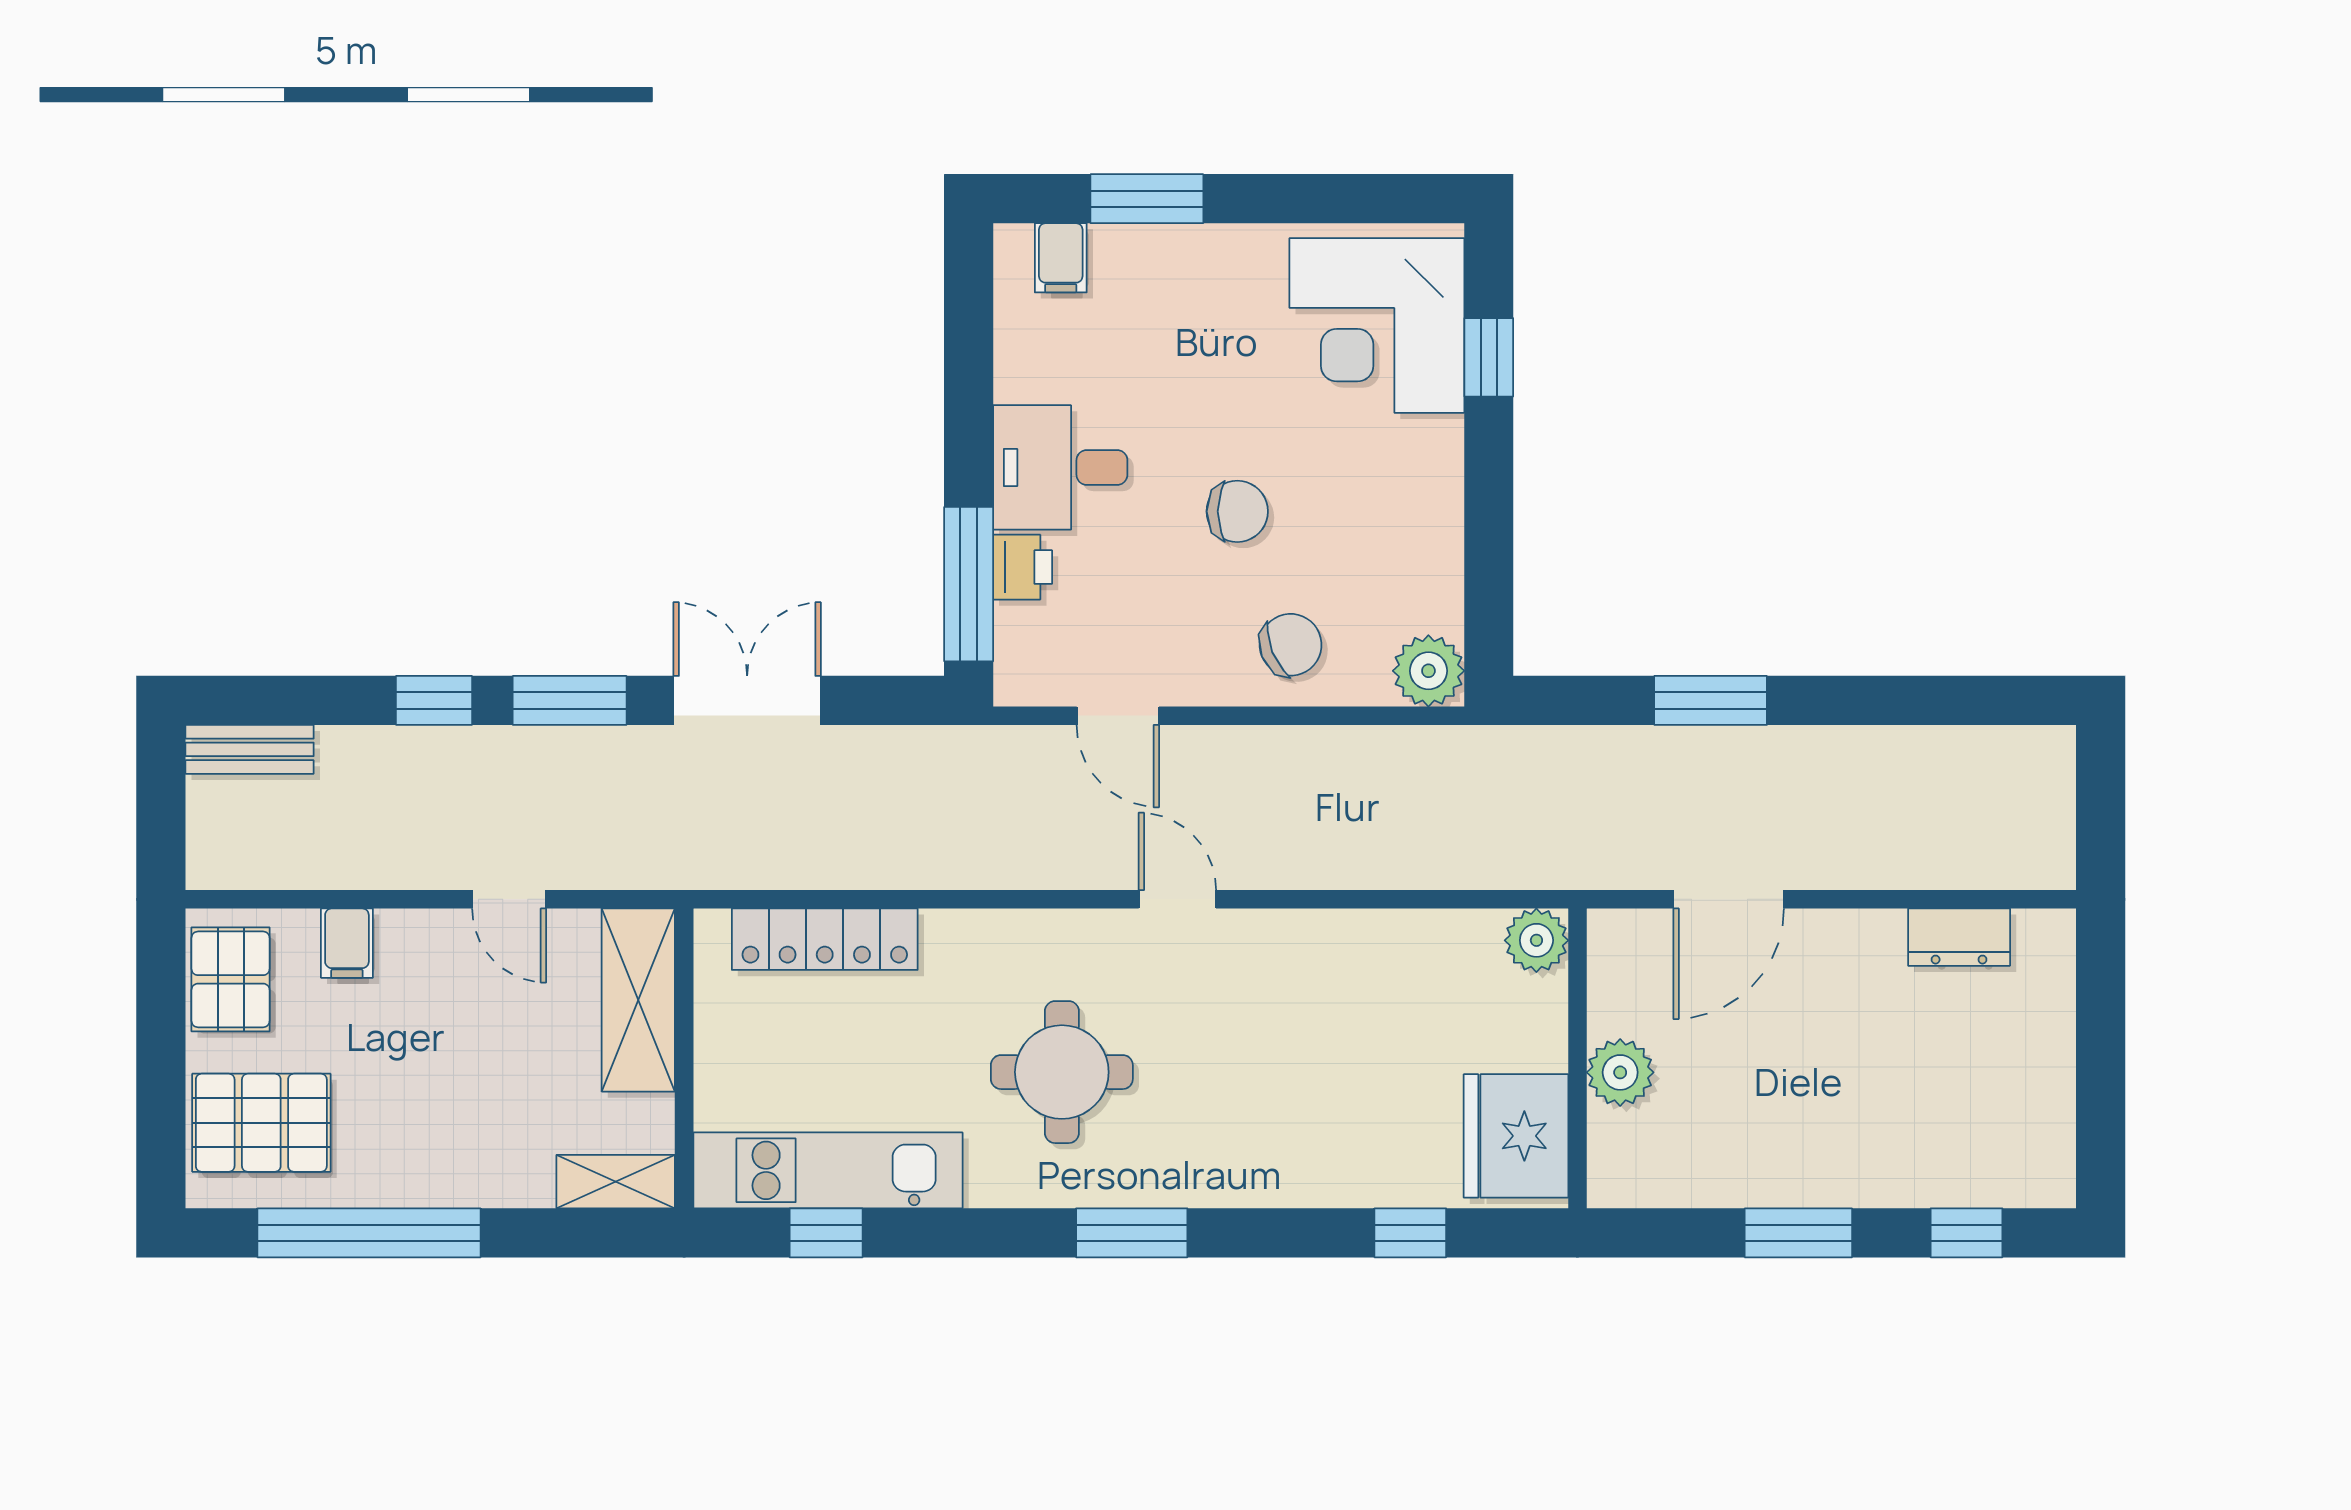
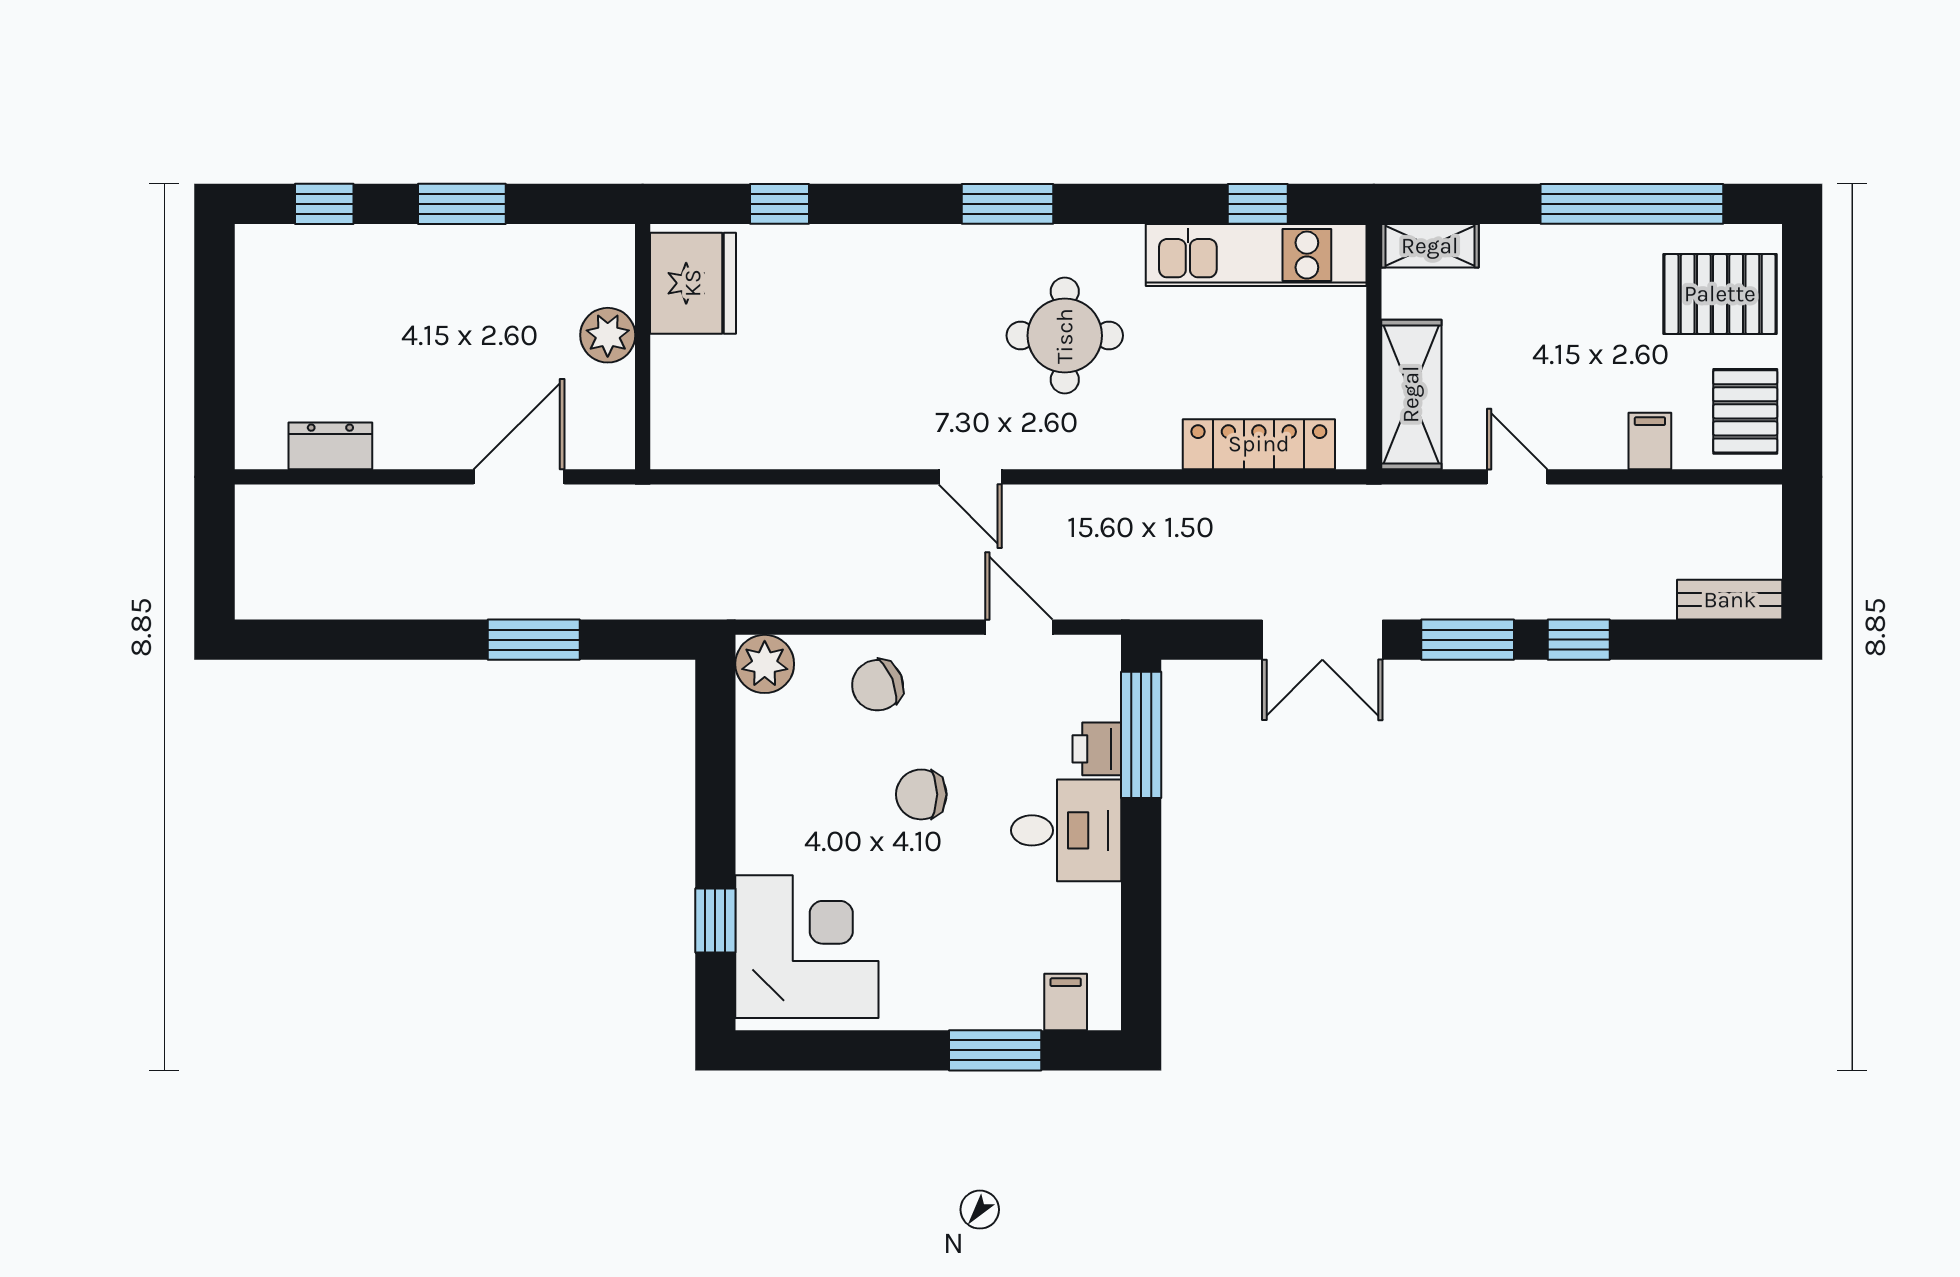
plant: (1536, 940) -> (676, 443), removed

